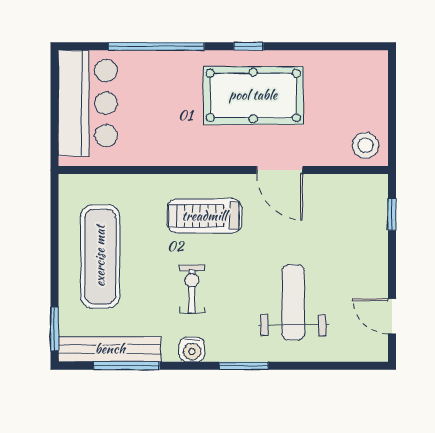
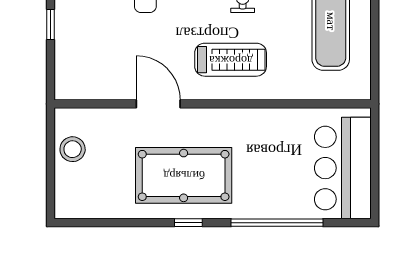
stool: (366, 145) -> (73, 149), moved
window: (392, 214) -> (50, 24), moved

